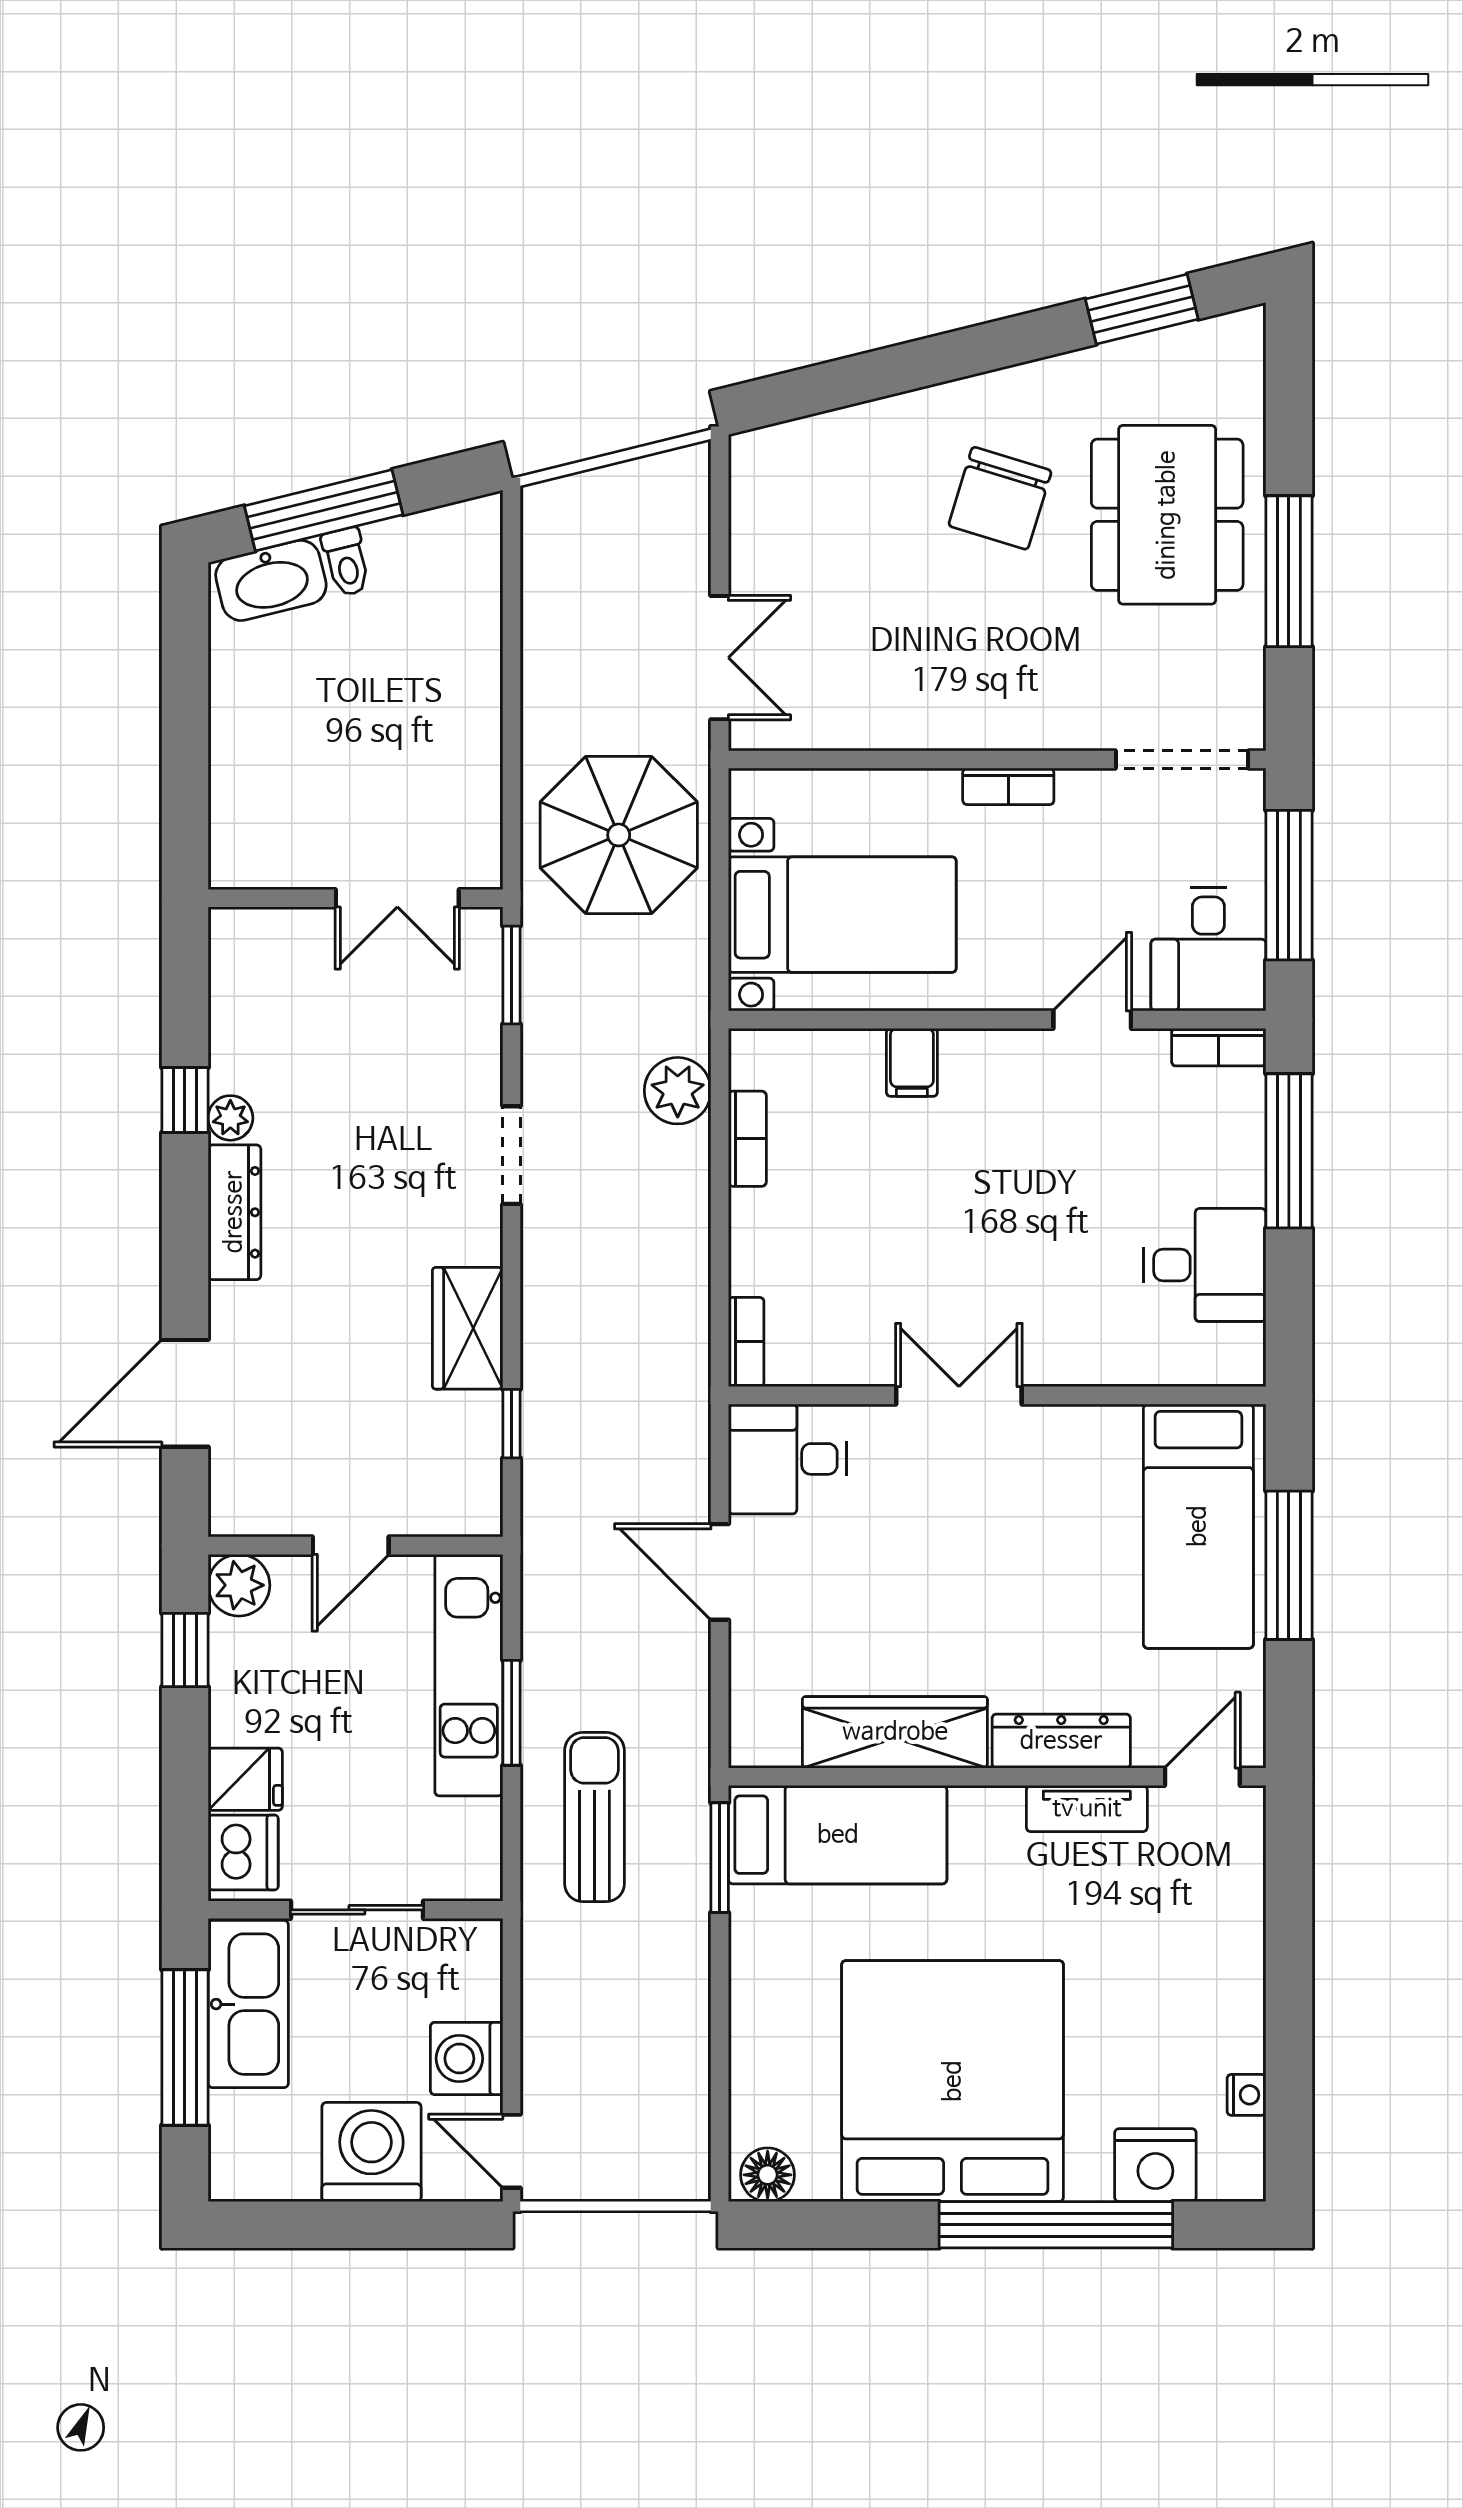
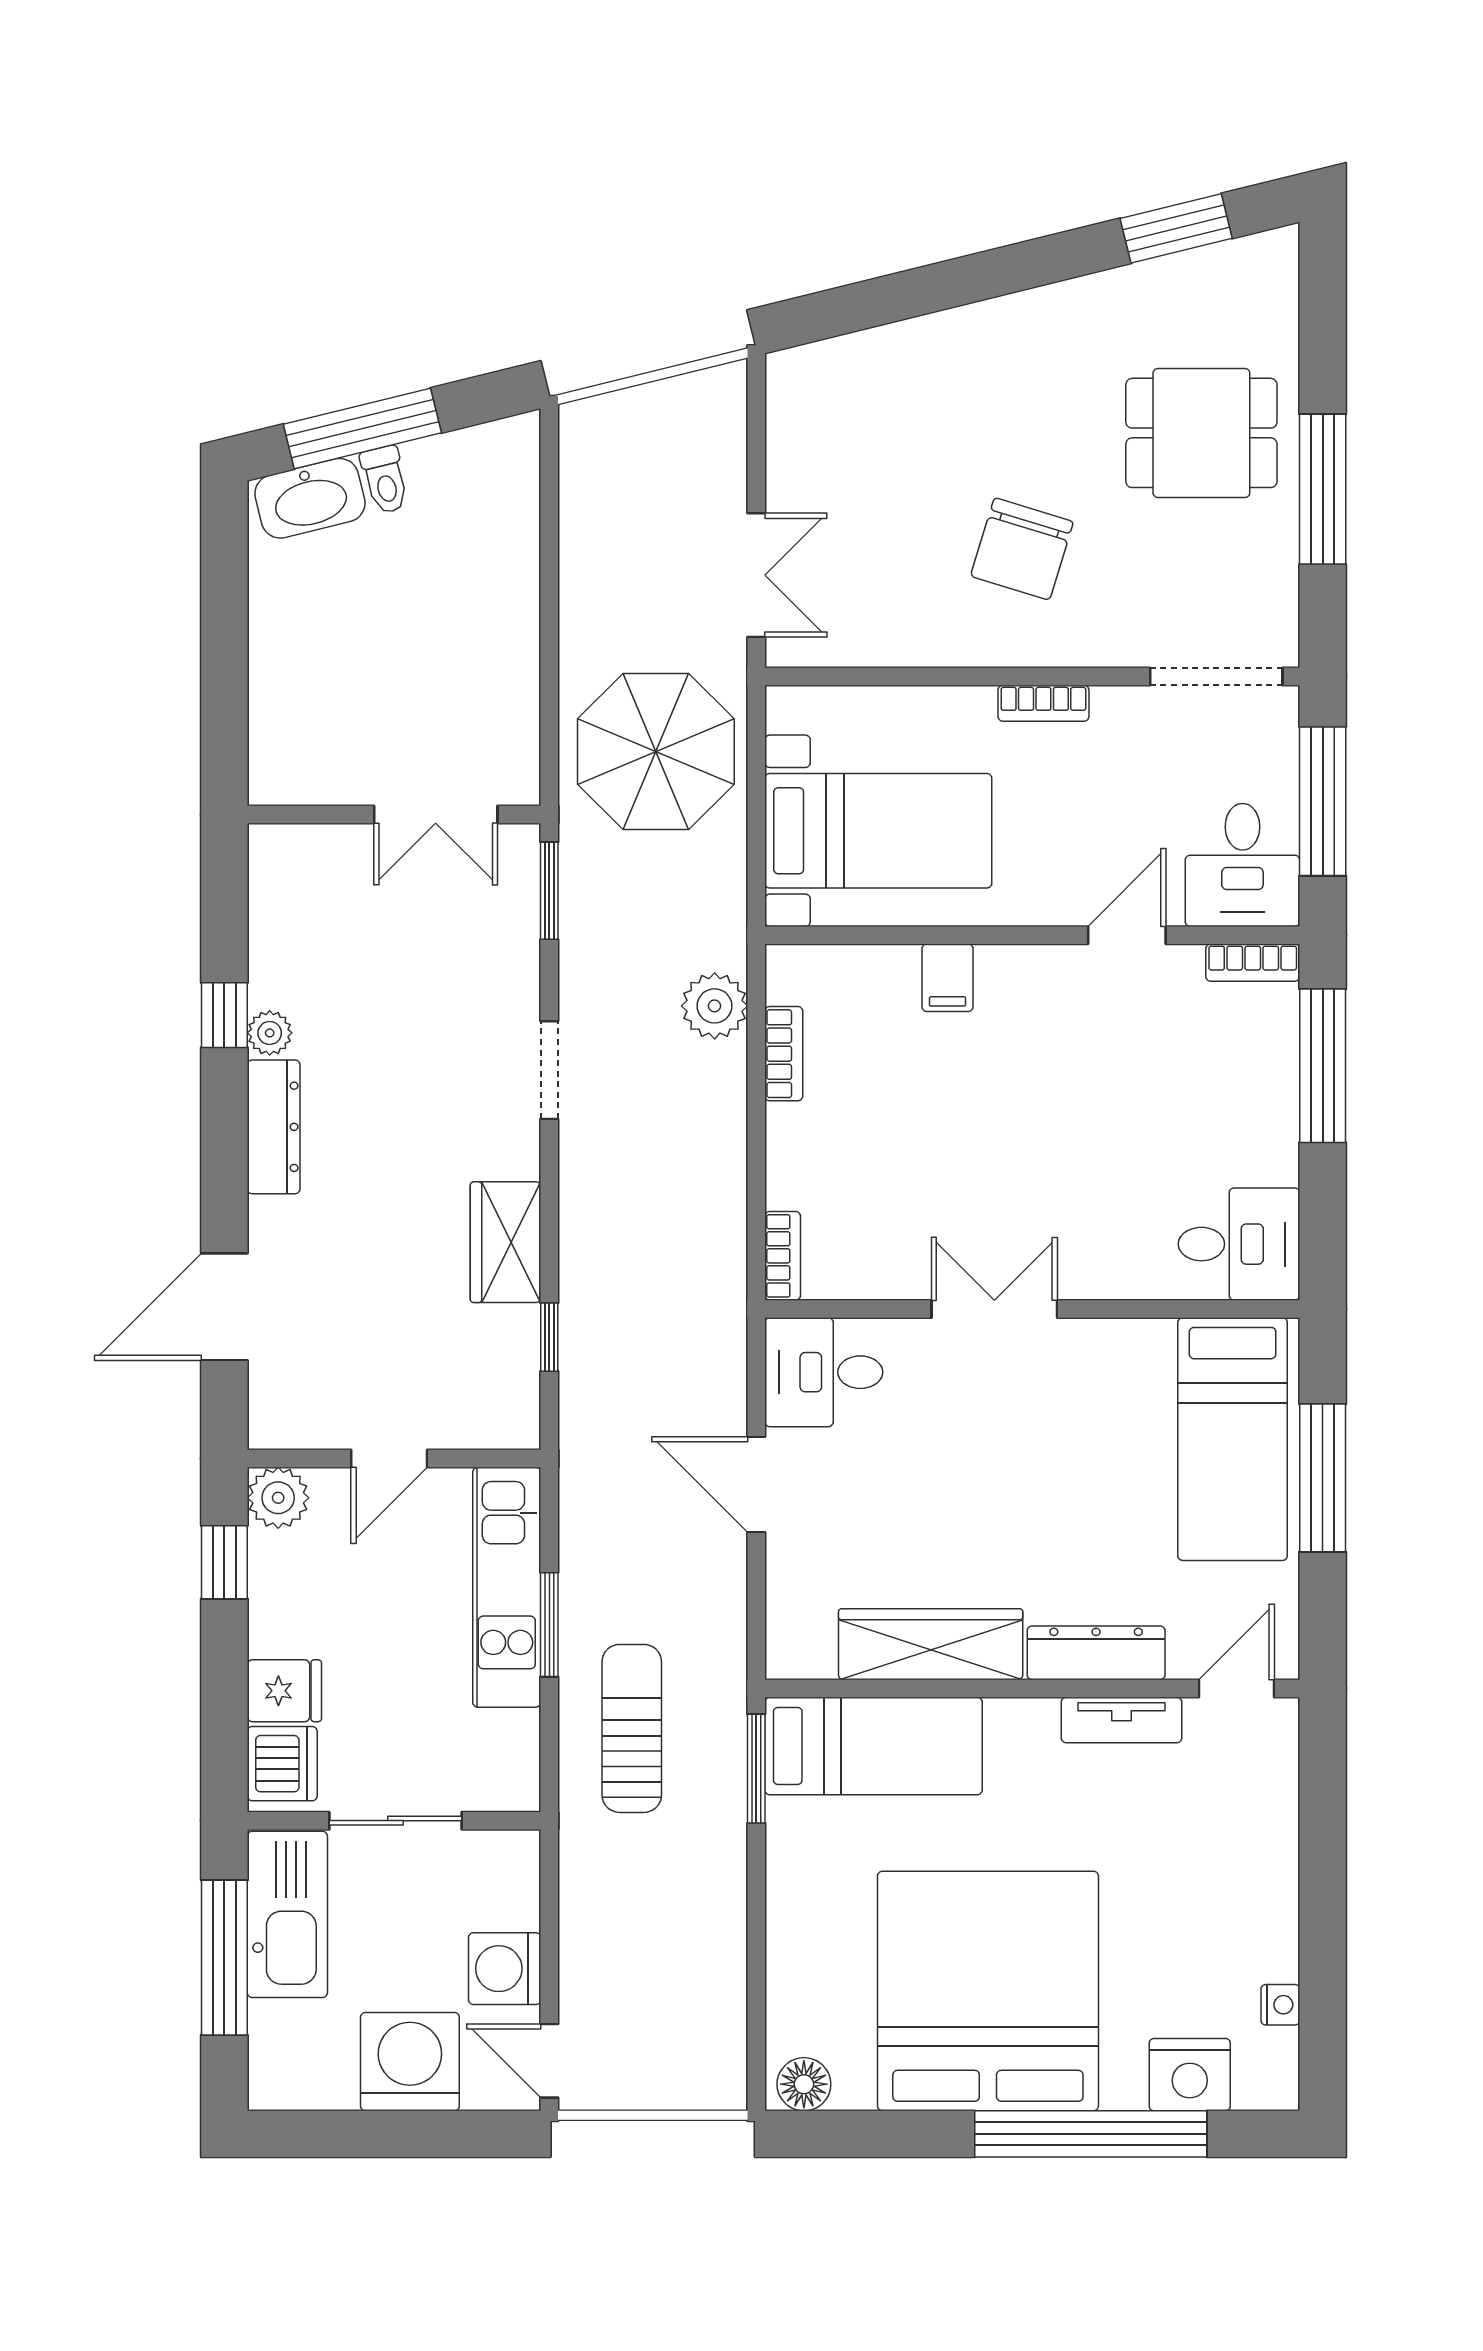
chair: (1000, 498) -> (1022, 549), moved
dining table: (1167, 515) -> (1201, 433), width x0.73
desk: (1205, 1265) -> (1239, 1244), moved

